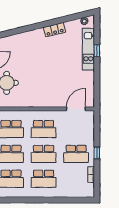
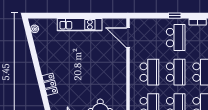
locker: (54, 30) -> (50, 84), moved
kitchen unit: (88, 49) -> (80, 25), moved
window: (97, 51) -> (66, 16), removed

